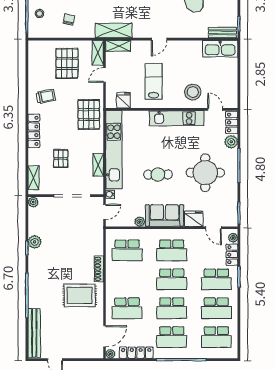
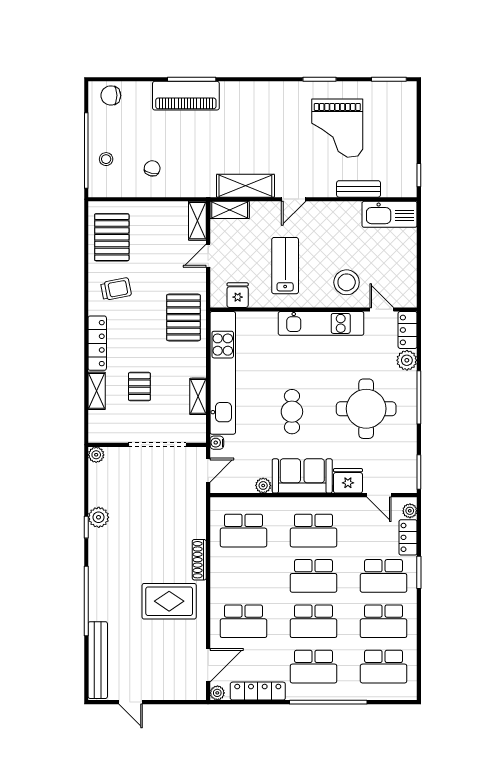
shelving: (114, 30) -> (245, 186), moved
bench: (222, 33) -> (359, 189), moved
pallet: (67, 63) -> (112, 237), moved
cafe table: (158, 175) -> (292, 412), turned 90
shelving: (33, 178) -> (97, 391), moved

